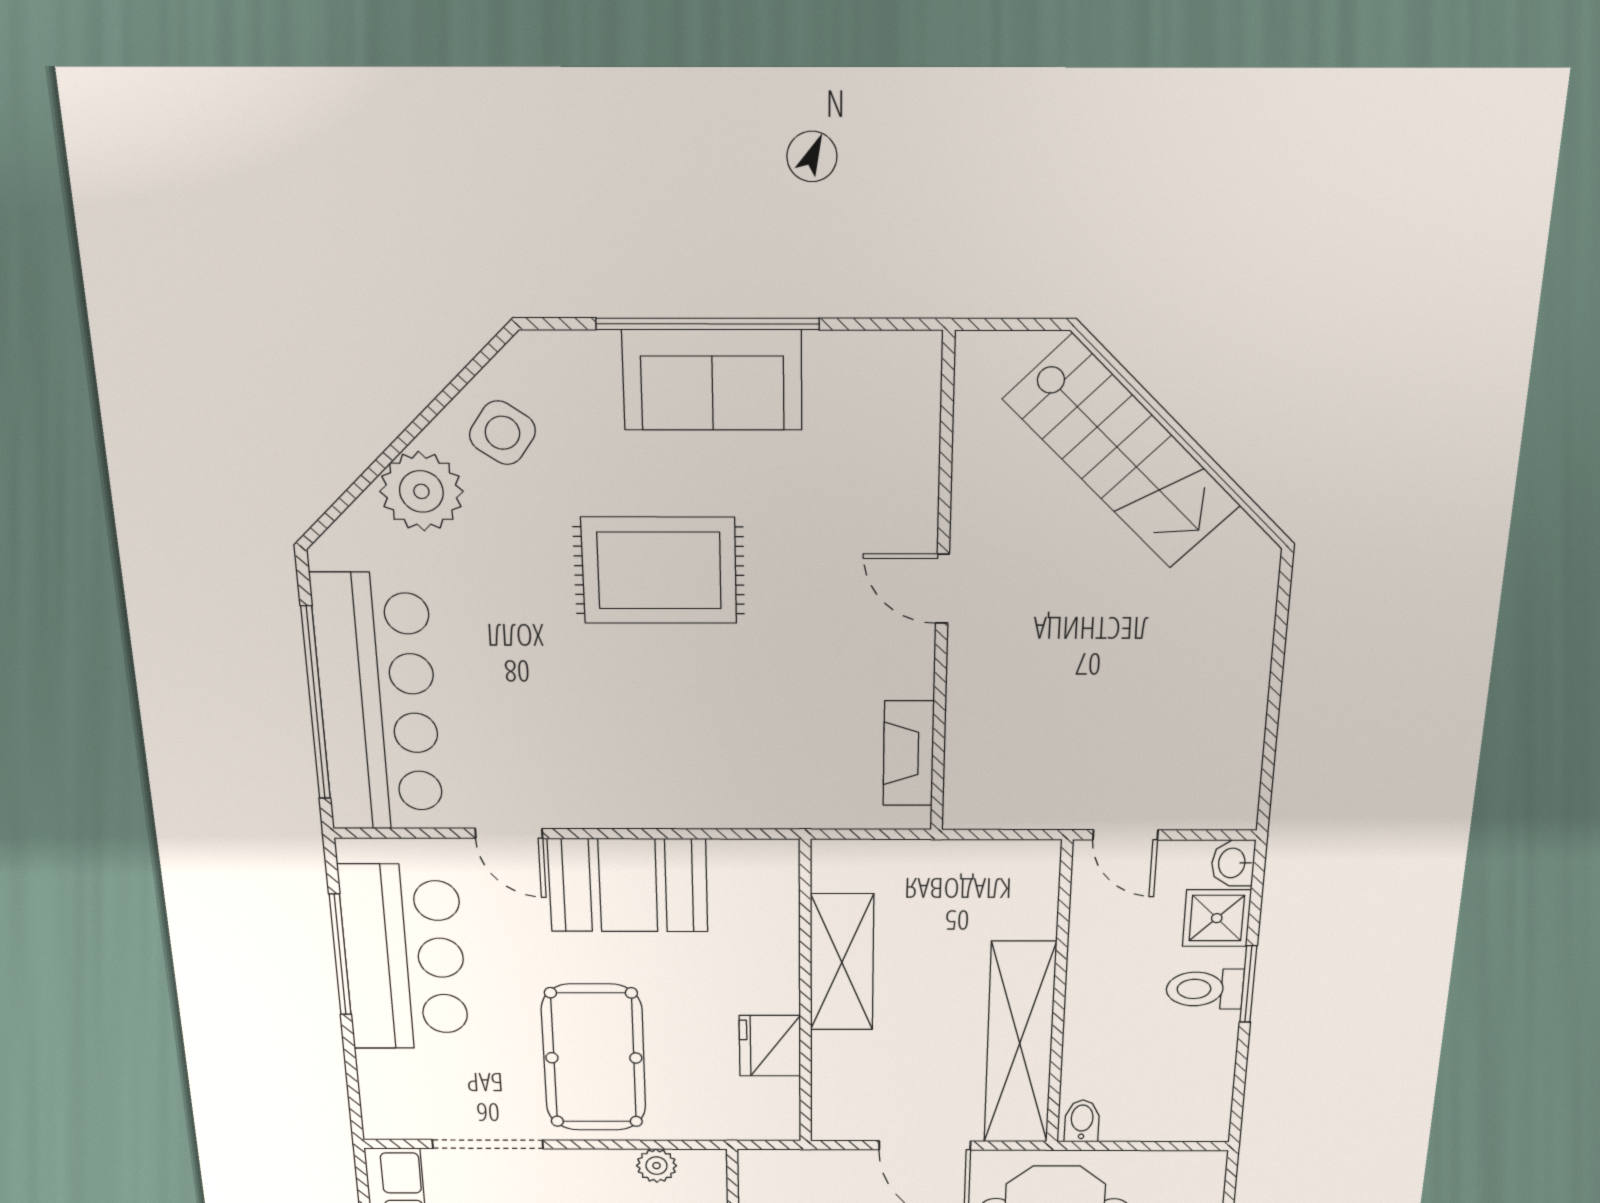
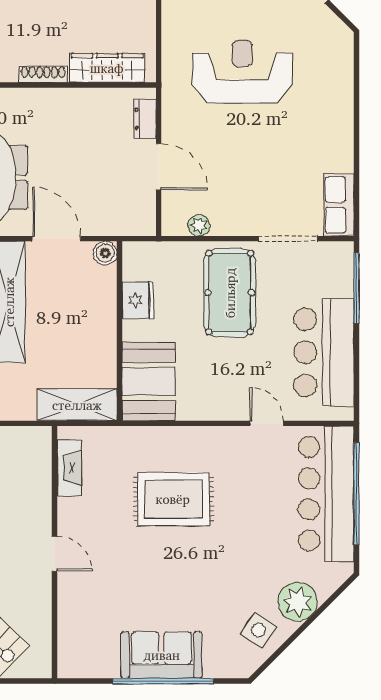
rug: (659, 570) -> (173, 499), moved
booth: (628, 885) -> (149, 381), moved, turned 90
window: (340, 955) -> (356, 288), moved
shelving: (842, 962) -> (77, 405), moved, turned 90
boiler: (833, 1122) -> (105, 253), added

